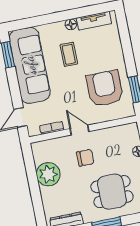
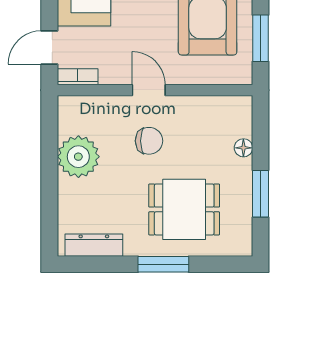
bookcase: (52, 128) -> (78, 77), moved

